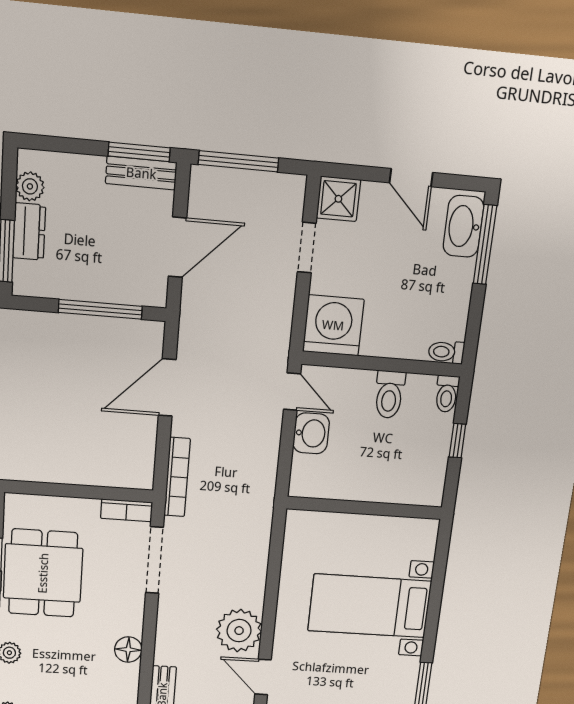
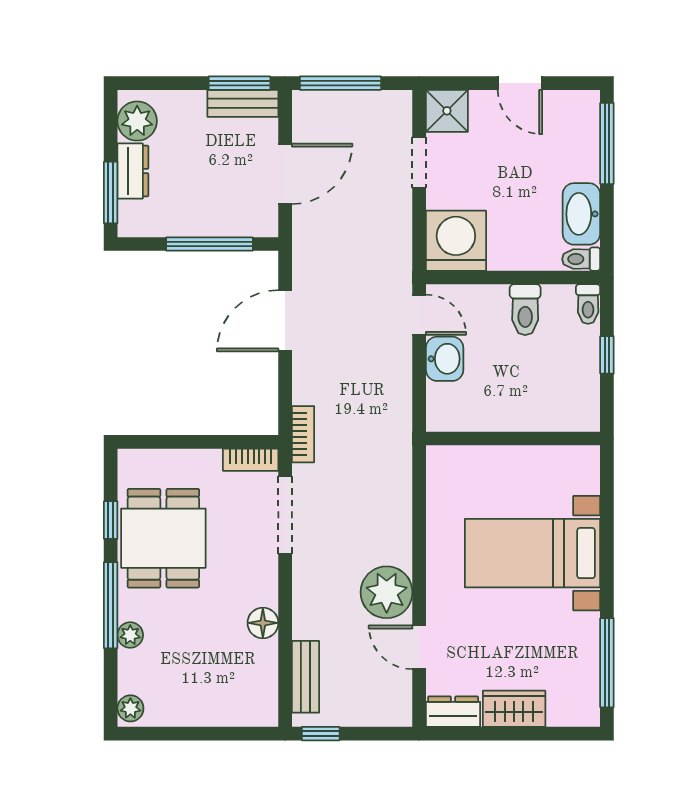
plant: (30, 186) -> (137, 121), width x1.38, depth x1.38
washbasin: (463, 226) -> (581, 214), moved
bookcase: (177, 477) -> (303, 434), width x0.64

